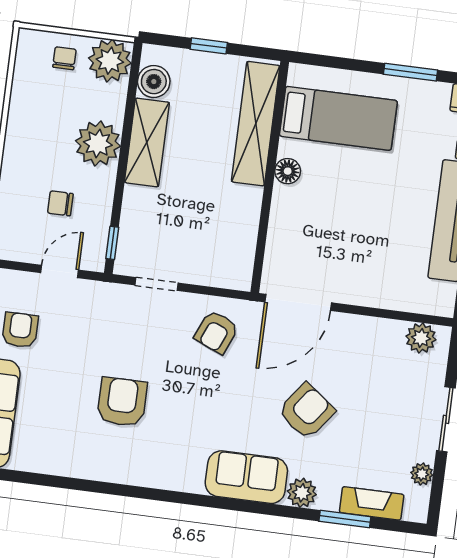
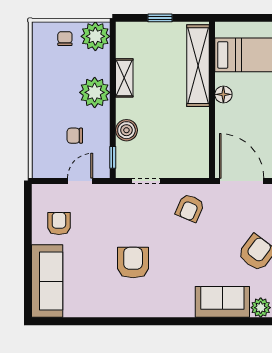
boiler: (154, 82) -> (126, 130), moved
shelving: (147, 142) -> (124, 78), width x0.67, depth x0.75
door: (298, 302) -> (242, 181), swing flipped

